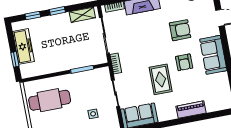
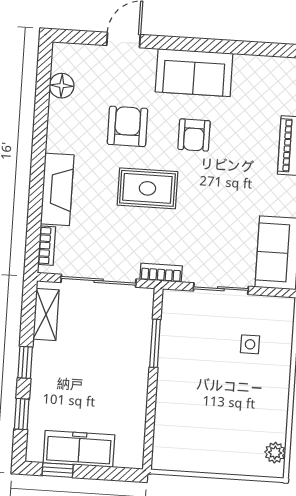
window: (15, 59) -> (58, 470), moved
armchair: (184, 62) -> (194, 135), turned 90
rug: (161, 79) -> (147, 188), moved
cafe table: (50, 100) -> (200, 424), removed

